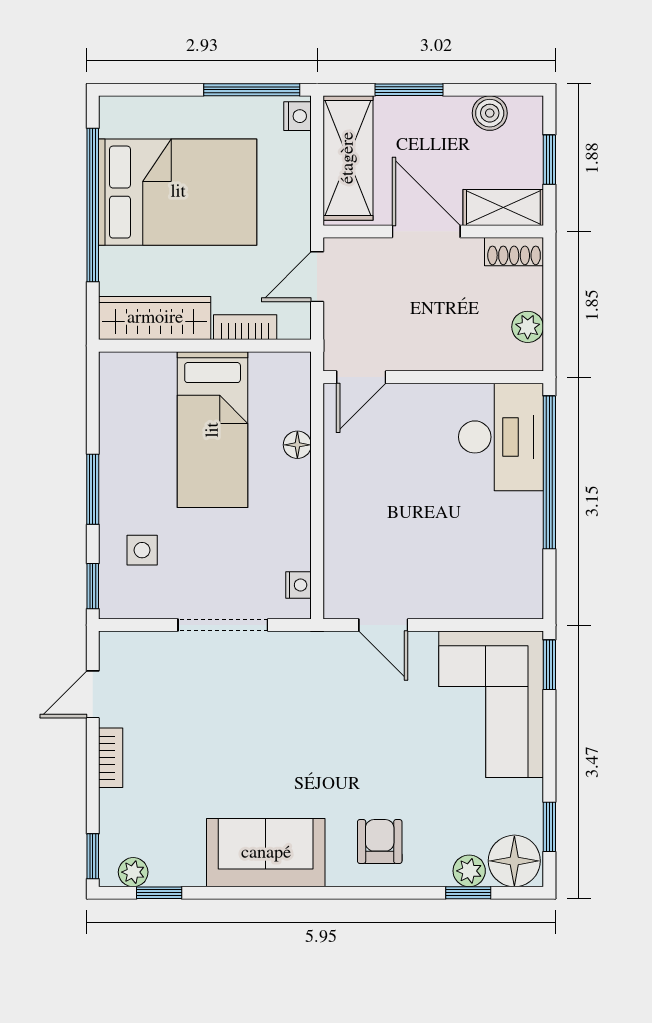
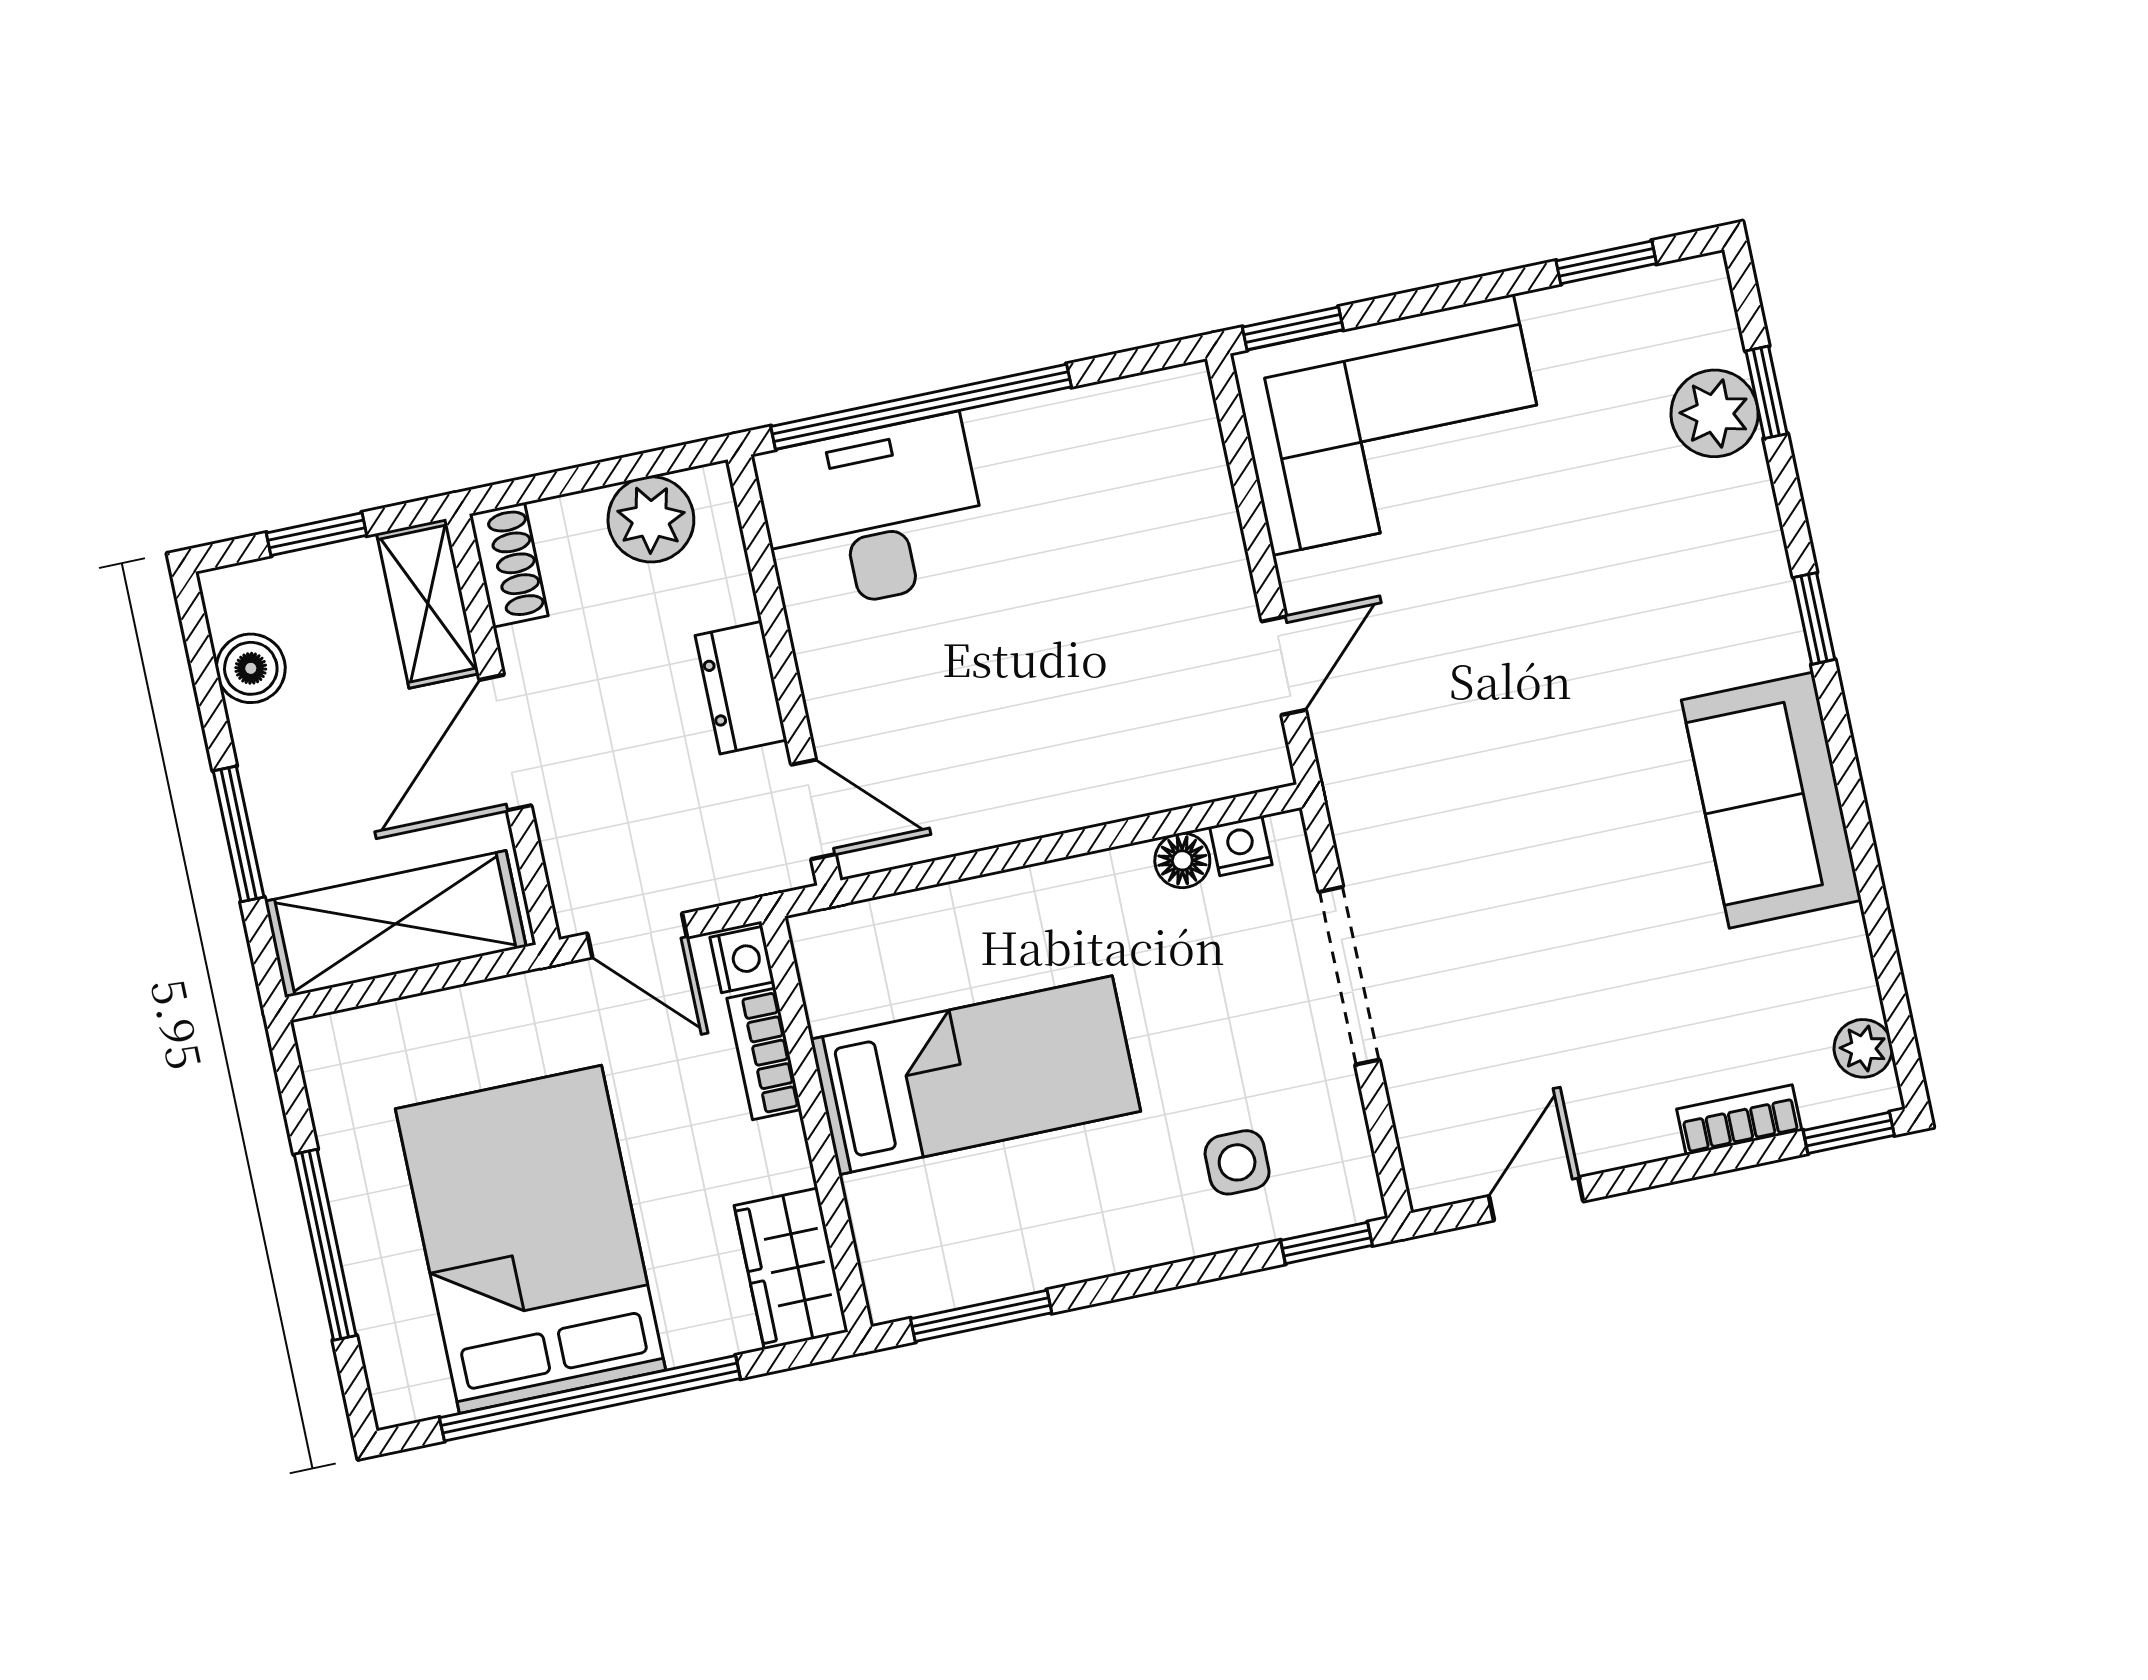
window: (252, 90) -> (325, 1245), moved
nightstand: (298, 116) -> (742, 960), moved, turned 90
wardrobe: (155, 318) -> (791, 1269), width x0.67
plant: (528, 327) -> (651, 519), width x1.38, depth x1.38
dresser: (429, 354) -> (741, 688), added
floor lamp: (297, 445) -> (1182, 860), moved
window: (93, 489) -> (981, 1316), moved
door: (93, 694) -> (1536, 1199), swing flipped
bookcase: (111, 758) -> (1739, 1120), moved
armchair: (380, 842) -> (1703, 584), removed
floor lamp: (514, 861) -> (1686, 316), removed
plant: (469, 871) -> (1715, 413), width x1.38, depth x1.38
window: (159, 893) -> (1814, 618), moved

